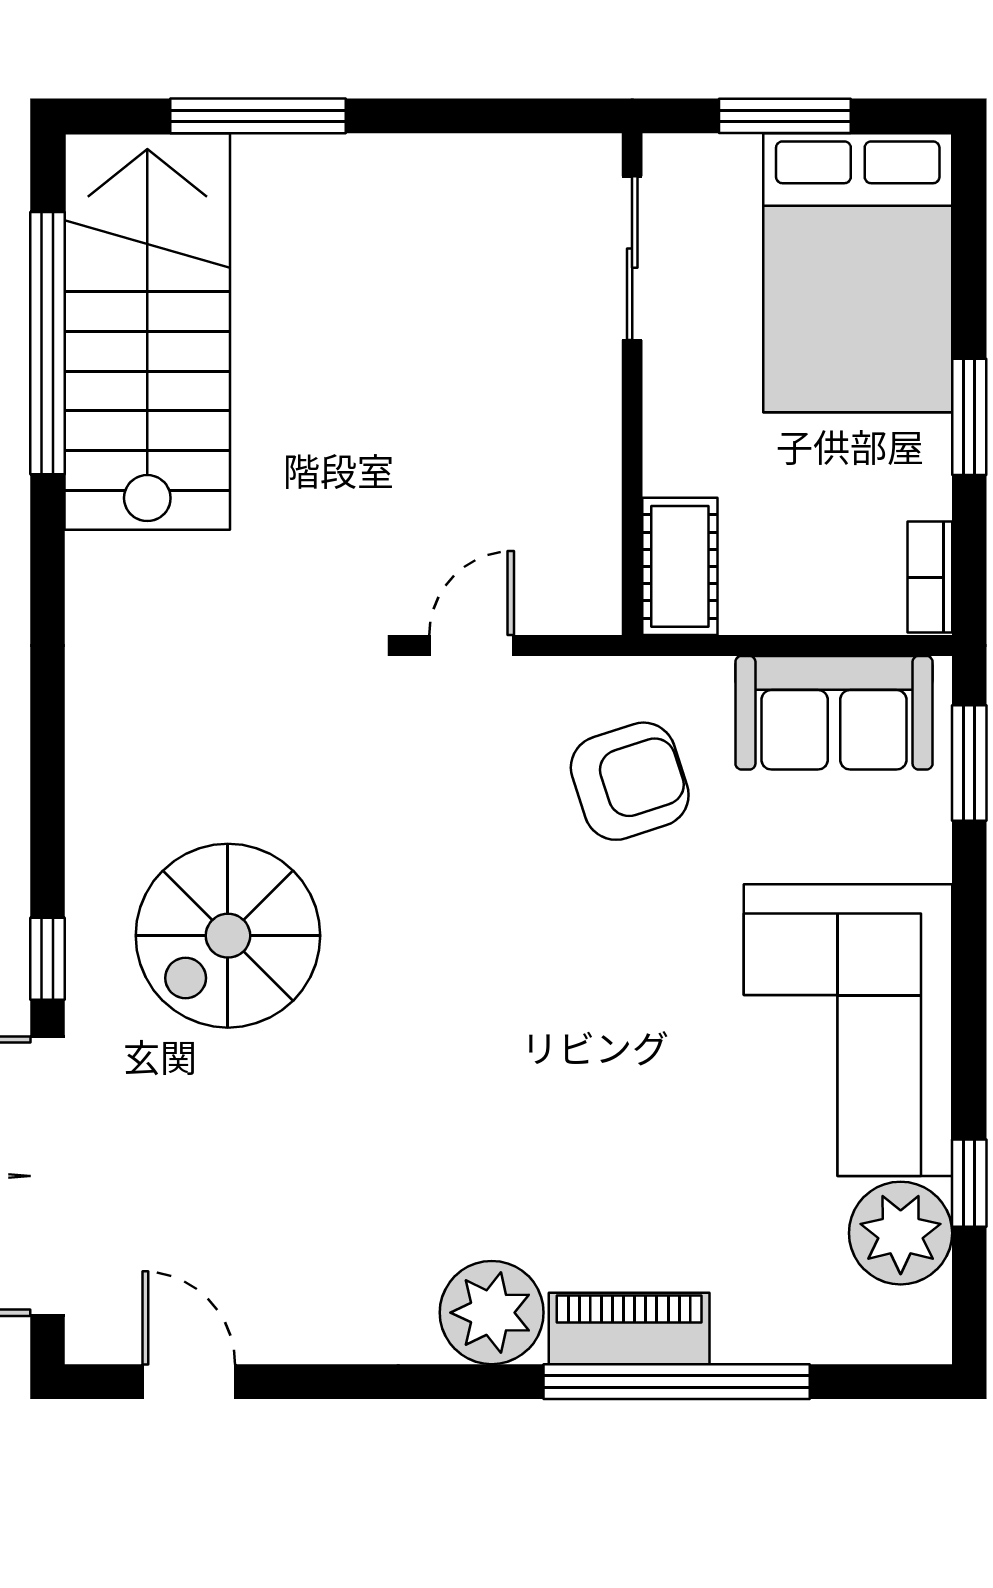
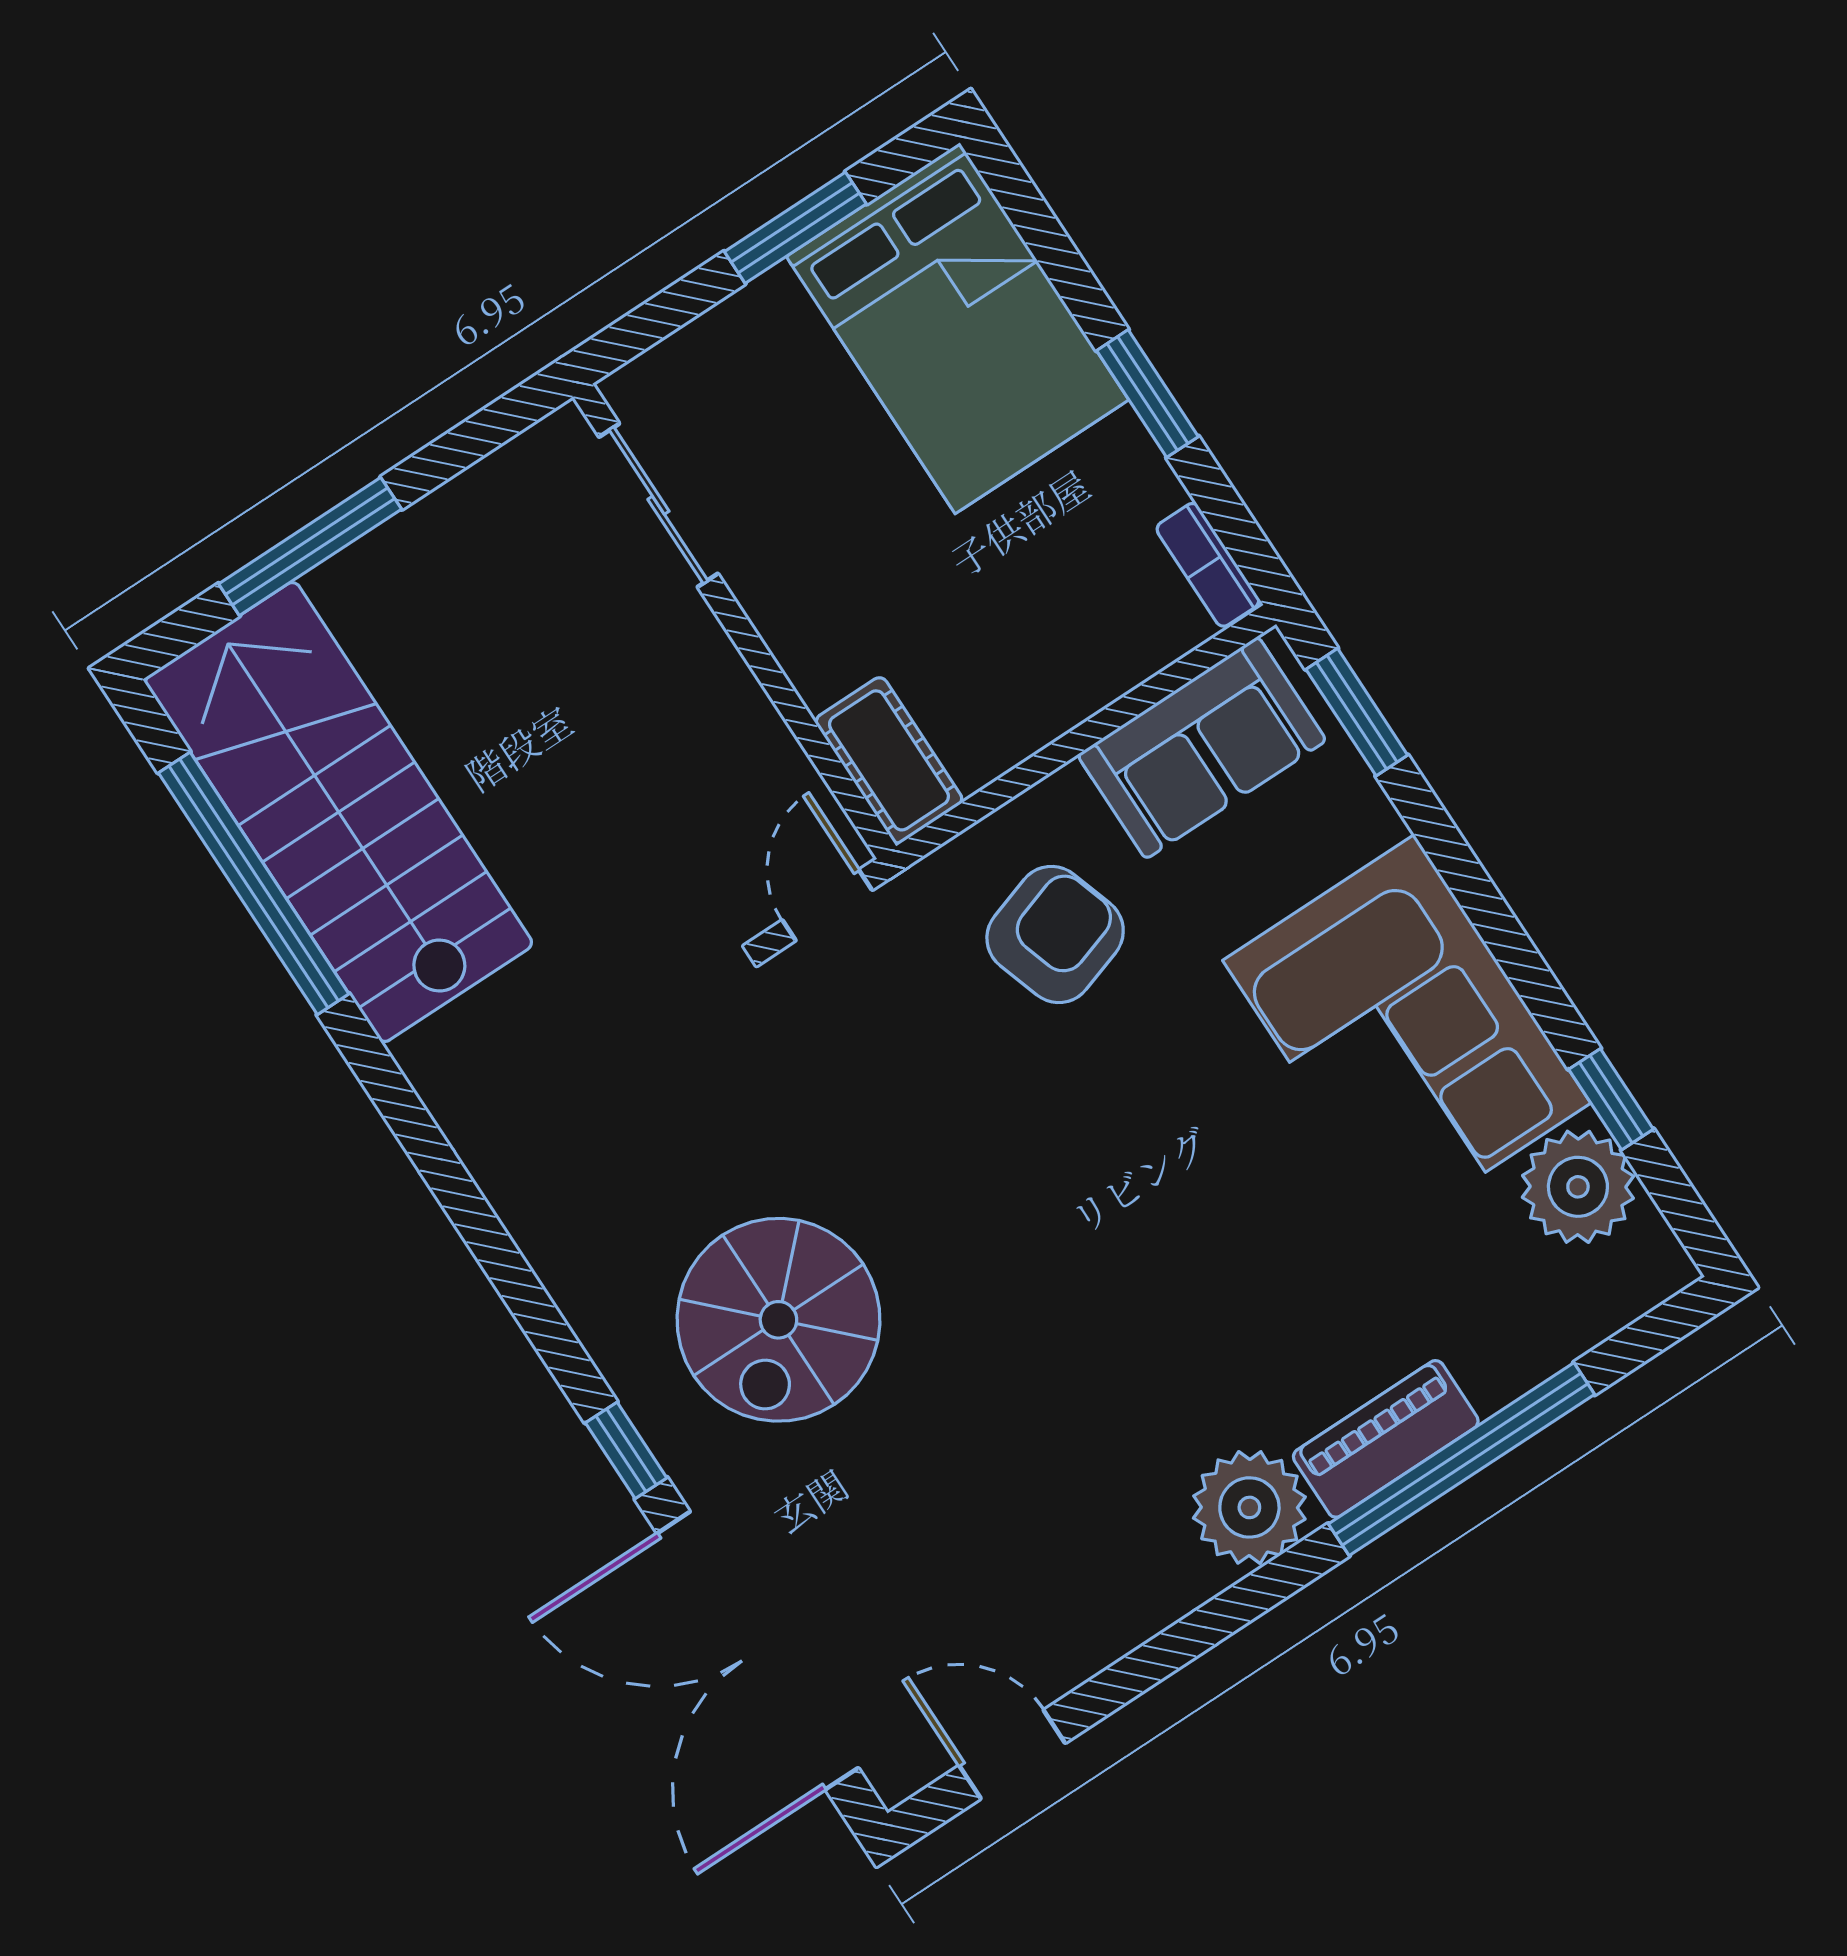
sliding door: (632, 258) -> (658, 505), moved
wall: (632, 384) -> (735, 621), moved
cot: (680, 566) -> (889, 760), moved

